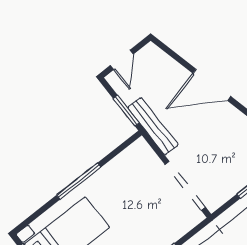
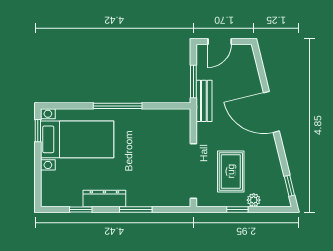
bench: (153, 126) -> (204, 101), width x0.73
rug: (217, 161) -> (231, 171), added

